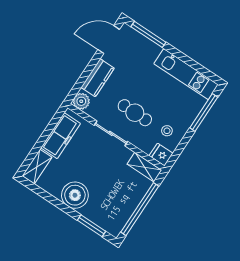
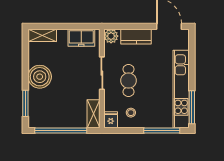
window: (148, 34) -> (192, 107), moved
kitchen unit: (186, 74) -> (181, 89), width x1.36
freezer: (61, 136) -> (81, 38), width x0.71

